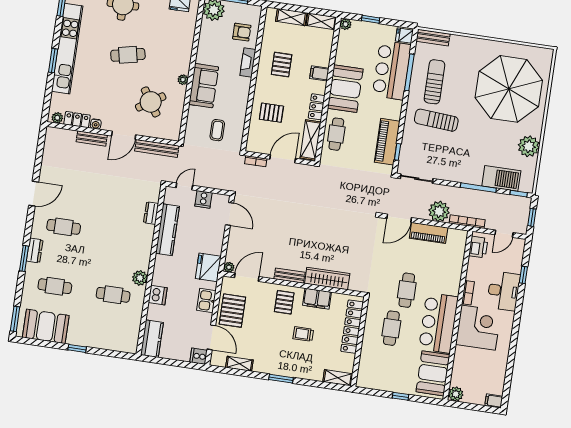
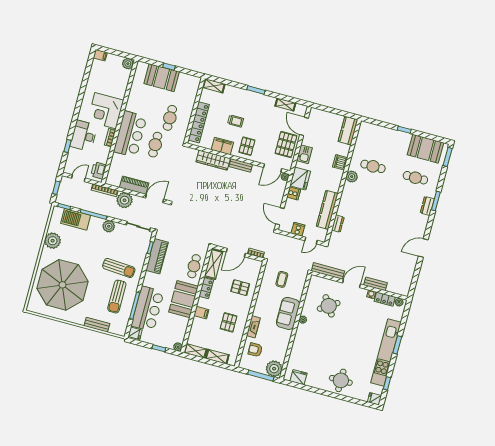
bench: (433, 38) -> (97, 325), moved
cafe table: (128, 55) -> (341, 343), removed
plant: (456, 174) -> (109, 226), added
cafe table: (64, 227) -> (404, 221), removed
bar counter: (438, 323) -> (130, 134), moved
cooker: (199, 356) -> (294, 193), moved
booth: (433, 373) -> (162, 78), moved, turned 90

